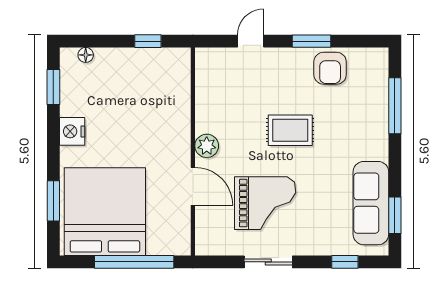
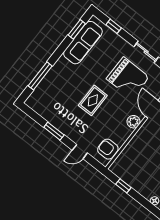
armchair: (330, 68) -> (108, 149), moved, turned -90
rug: (290, 130) -> (93, 100), turned 90
grand piano: (265, 203) -> (128, 78), turned 180

